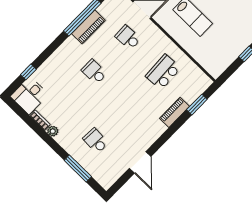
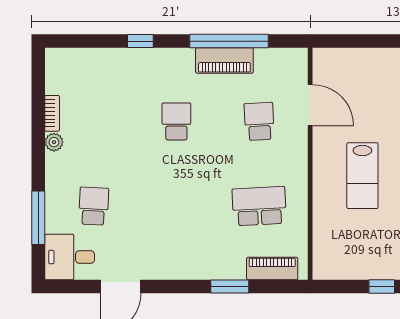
window: (28, 72) -> (140, 41), moved
desk: (29, 95) -> (70, 257), moved
window: (197, 105) -> (230, 287), moved
piano: (174, 112) -> (272, 269), moved

